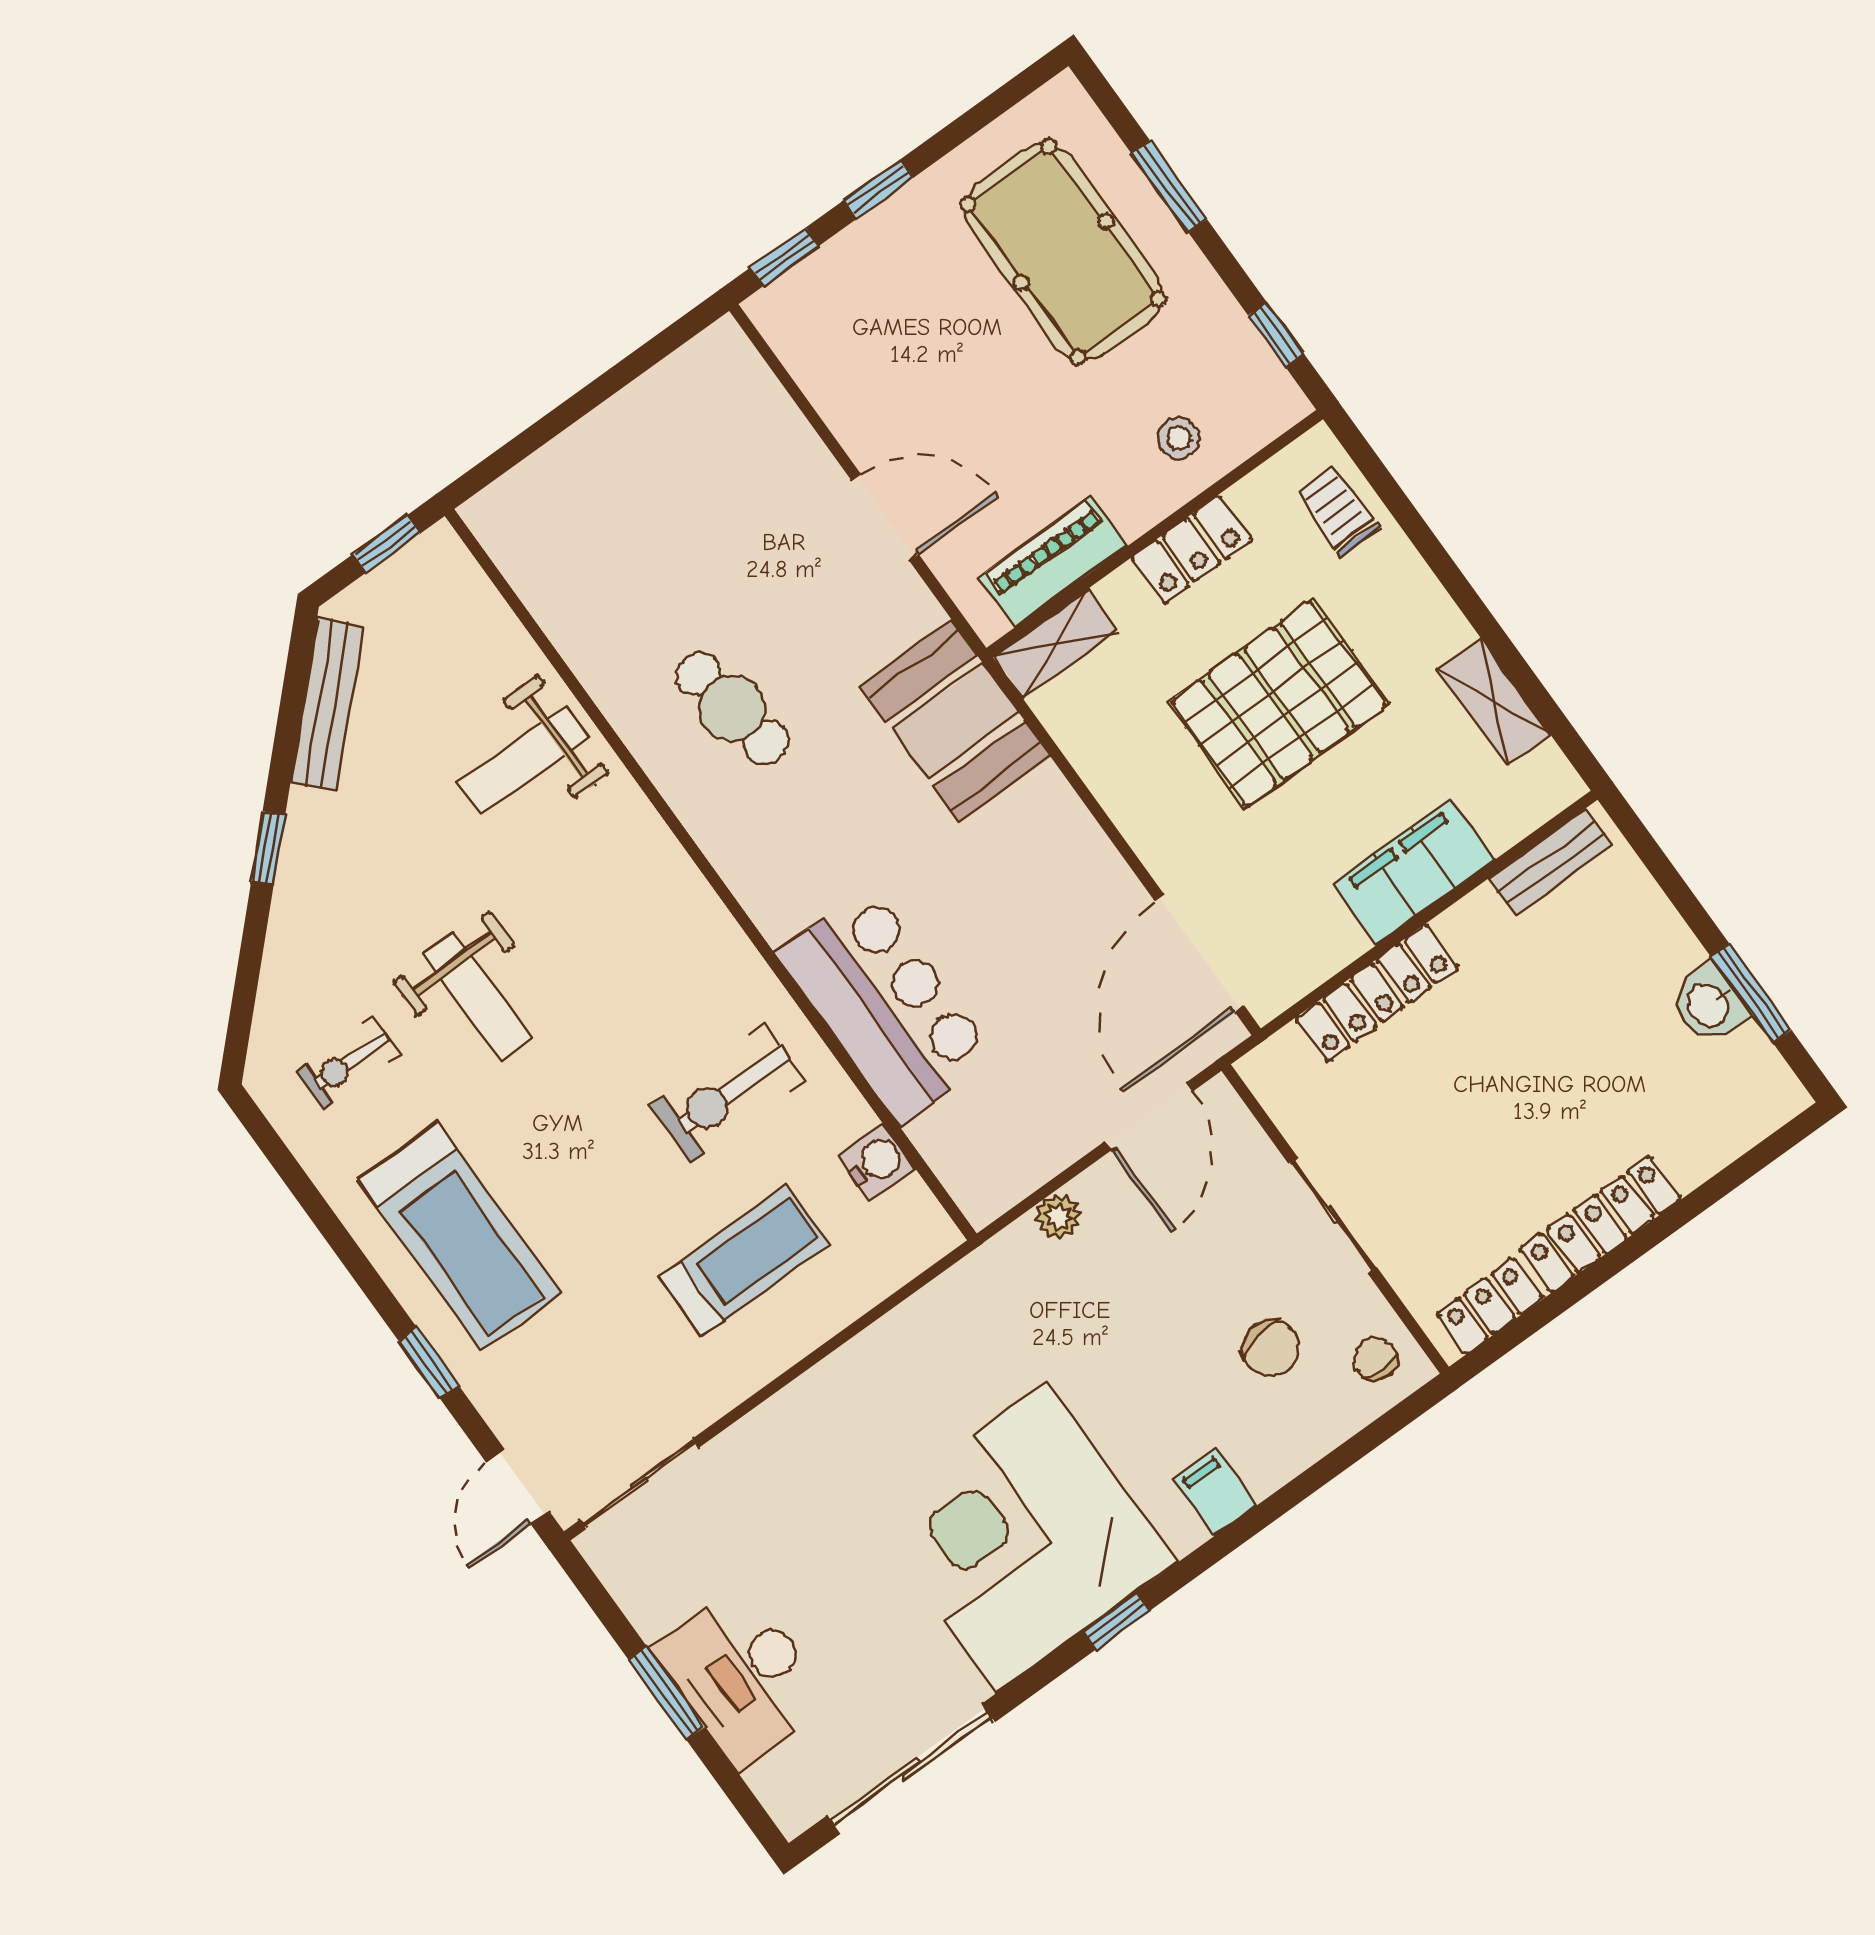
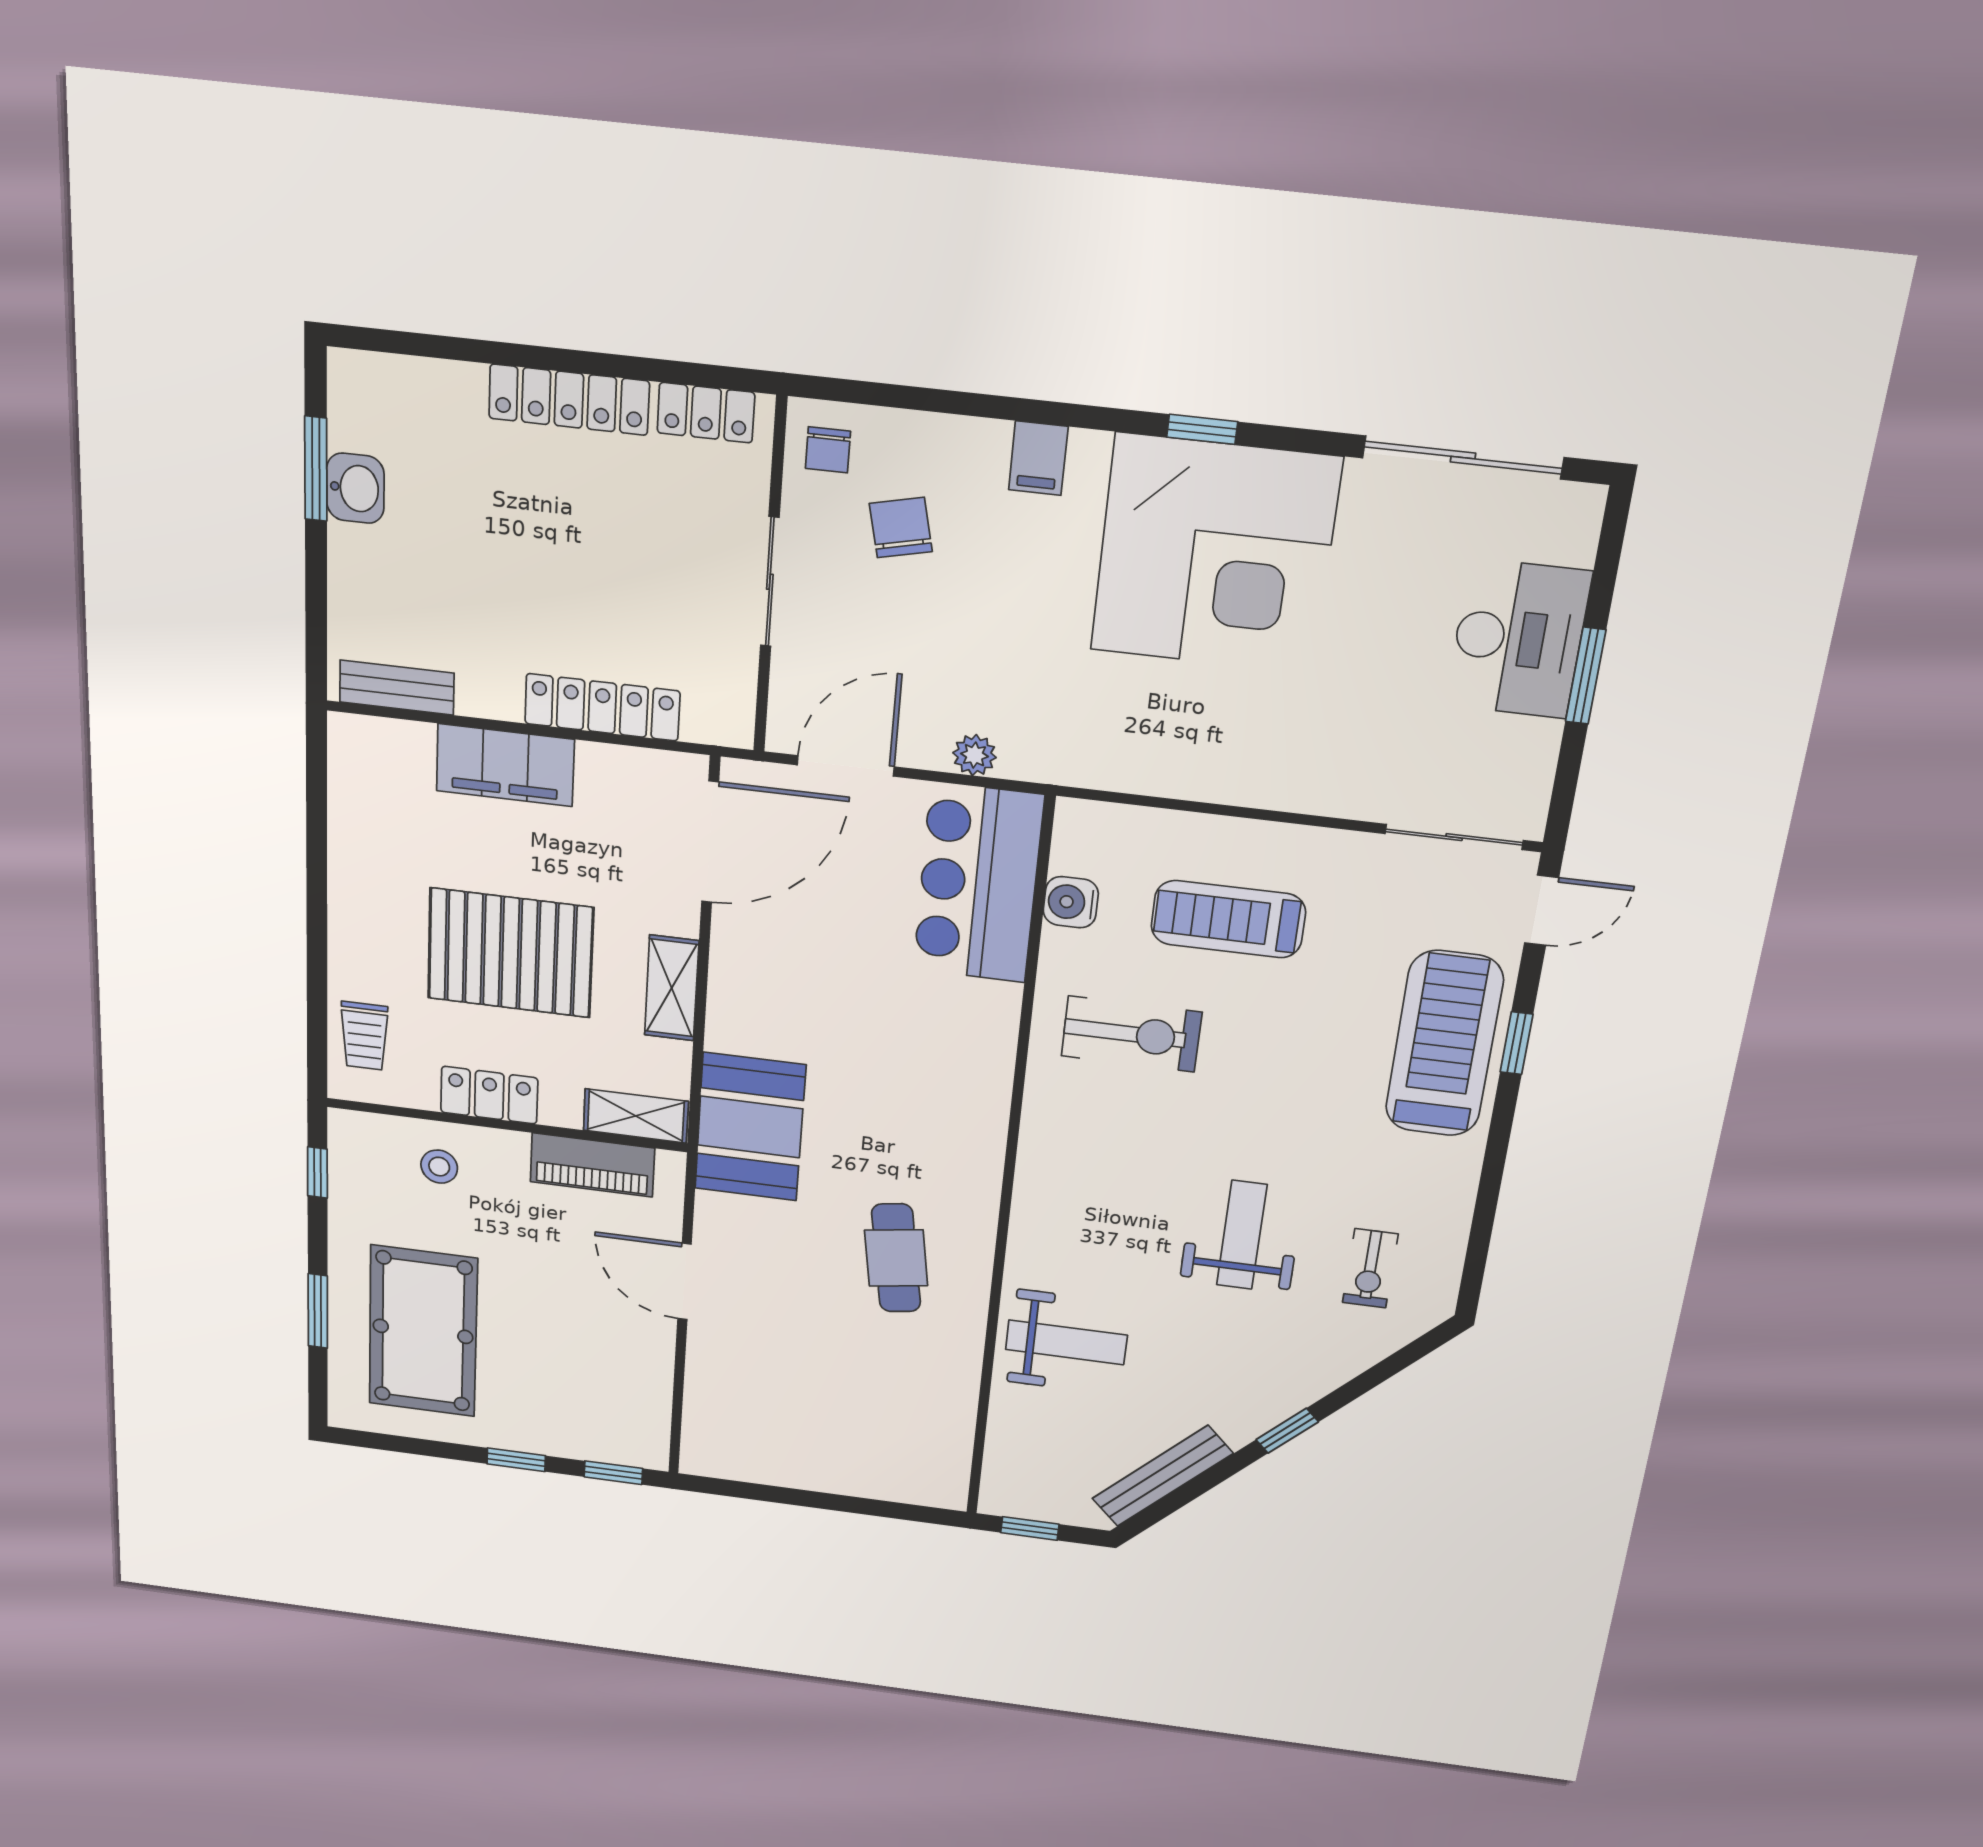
shelving: (1494, 702) -> (672, 988), moved
bar counter: (885, 1005) -> (978, 883), moved
exercise bike: (348, 1063) -> (1370, 1268), turned 90
treadmill: (460, 1236) -> (1444, 1044), moved

